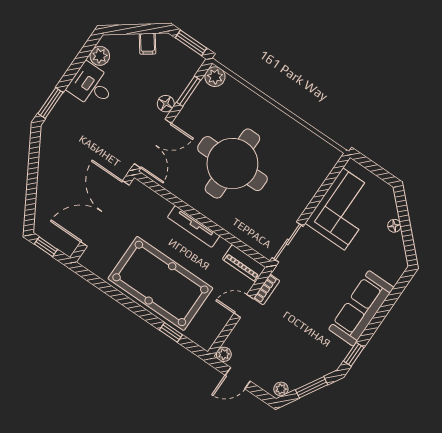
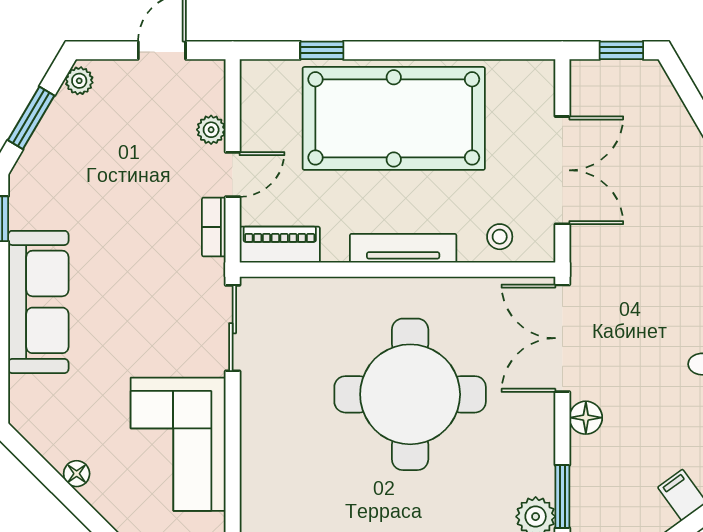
window: (189, 91) -> (562, 497), moved
stool: (150, 204) -> (500, 237), added
double door: (105, 214) -> (562, 170), width x0.73
plant: (224, 354) -> (211, 130), moved

